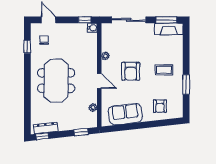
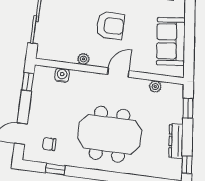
water cooler: (92, 28) -> (62, 75), moved
dresser: (46, 128) -> (176, 141), moved

